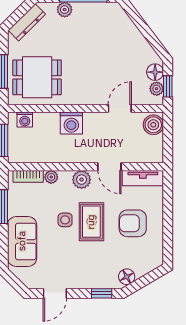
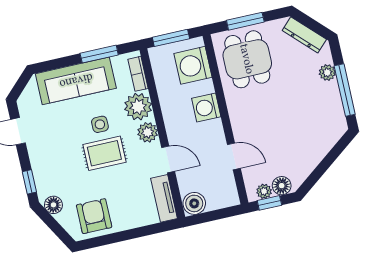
washing machine: (25, 120) -> (193, 65), width x1.89, depth x1.89
boiler: (153, 125) -> (194, 203), moved
door: (109, 167) -> (168, 159), swing flipped
plant: (51, 177) -> (138, 107), width x1.88, depth x1.88
armchair: (133, 223) -> (94, 216), moved
sofa: (22, 241) -> (76, 81), width x1.36

